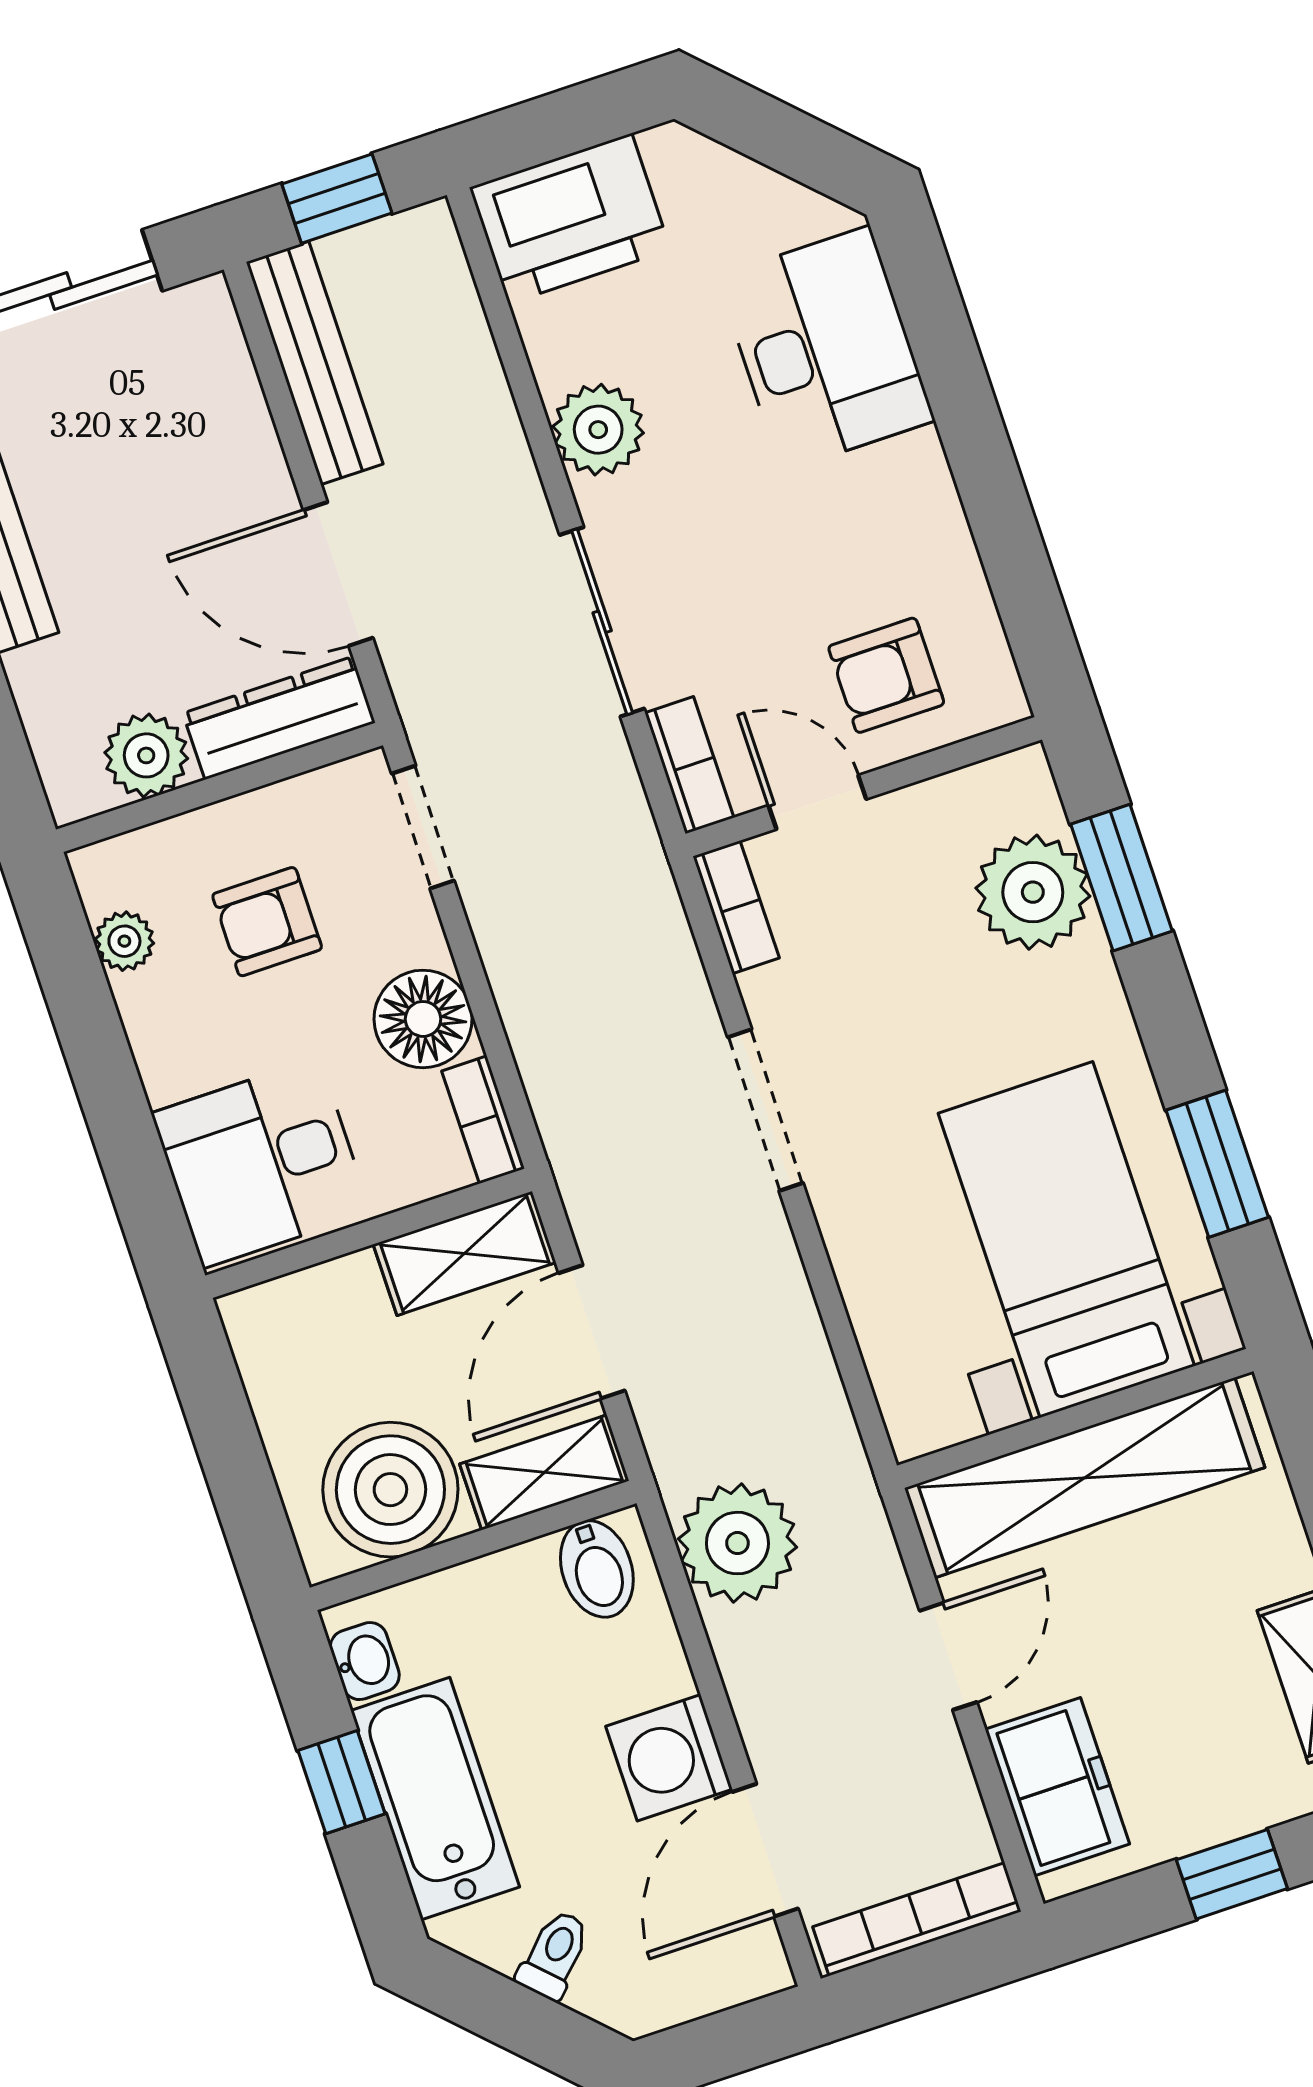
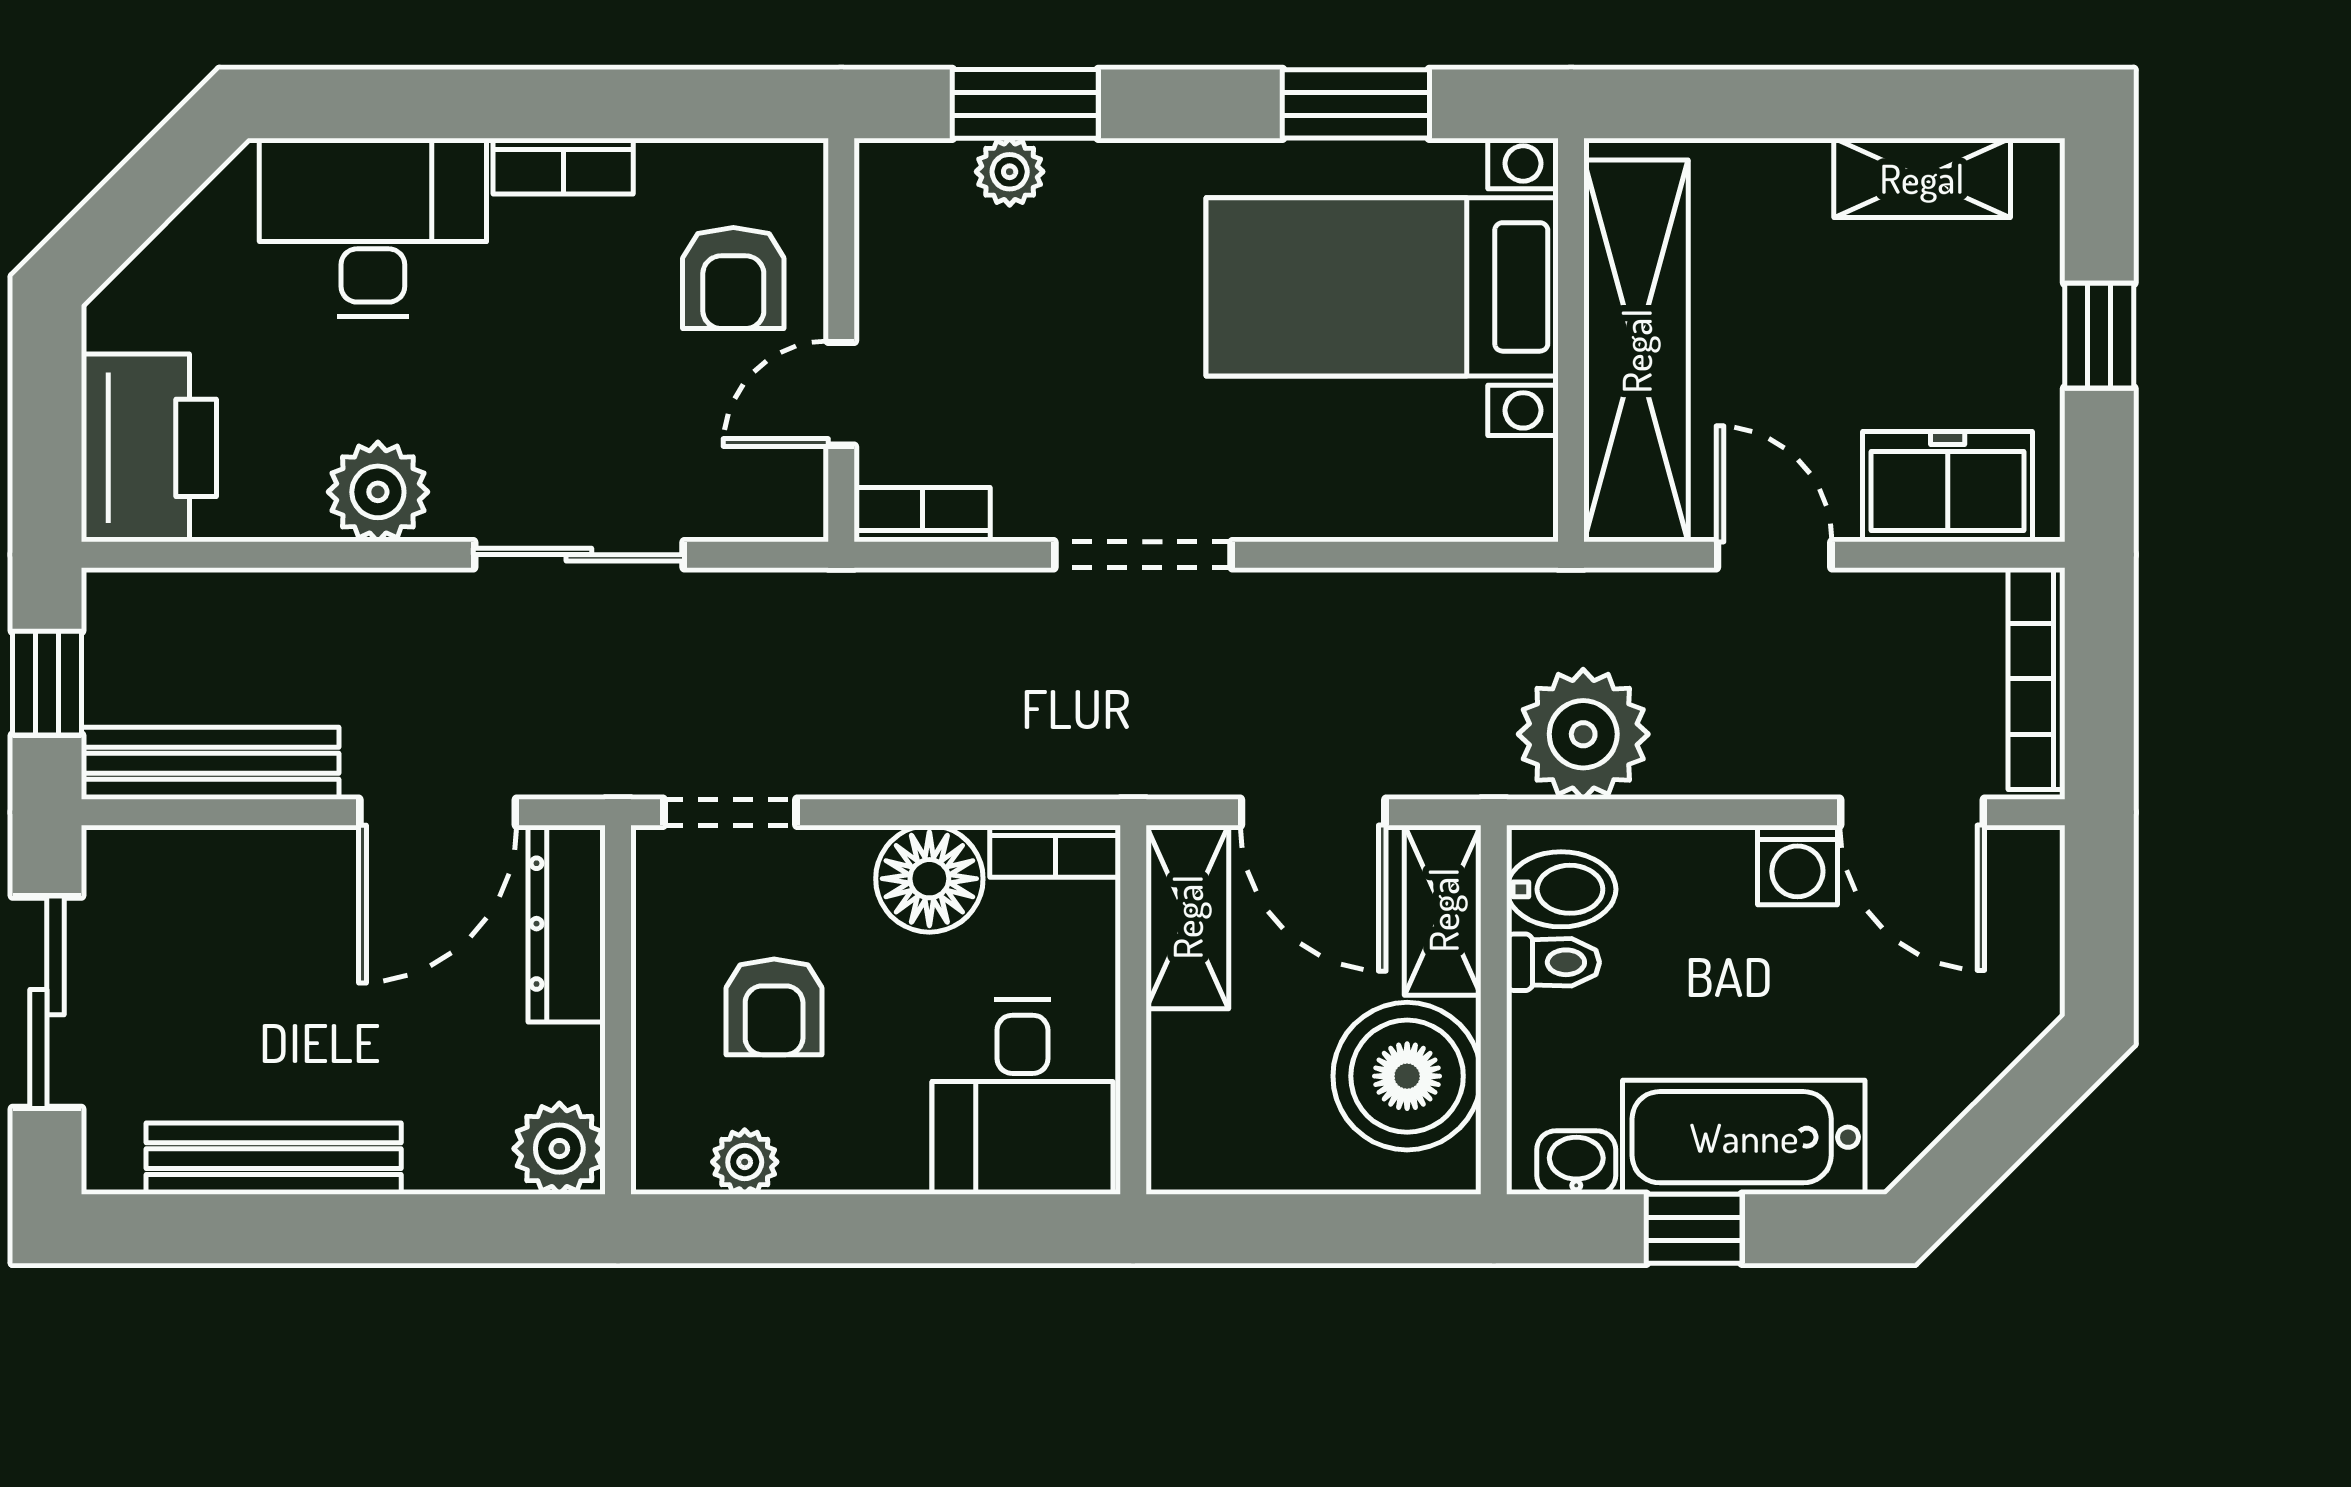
plant: (146, 755) -> (559, 1149), moved
bookcase: (689, 765) -> (563, 166), moved, turned 180
plant: (1033, 892) -> (1010, 172), width x0.53, depth x0.53
washing machine: (669, 1758) -> (1797, 865), width x0.73, depth x0.73
toilet: (554, 1955) -> (1553, 962), moved, turned 135

